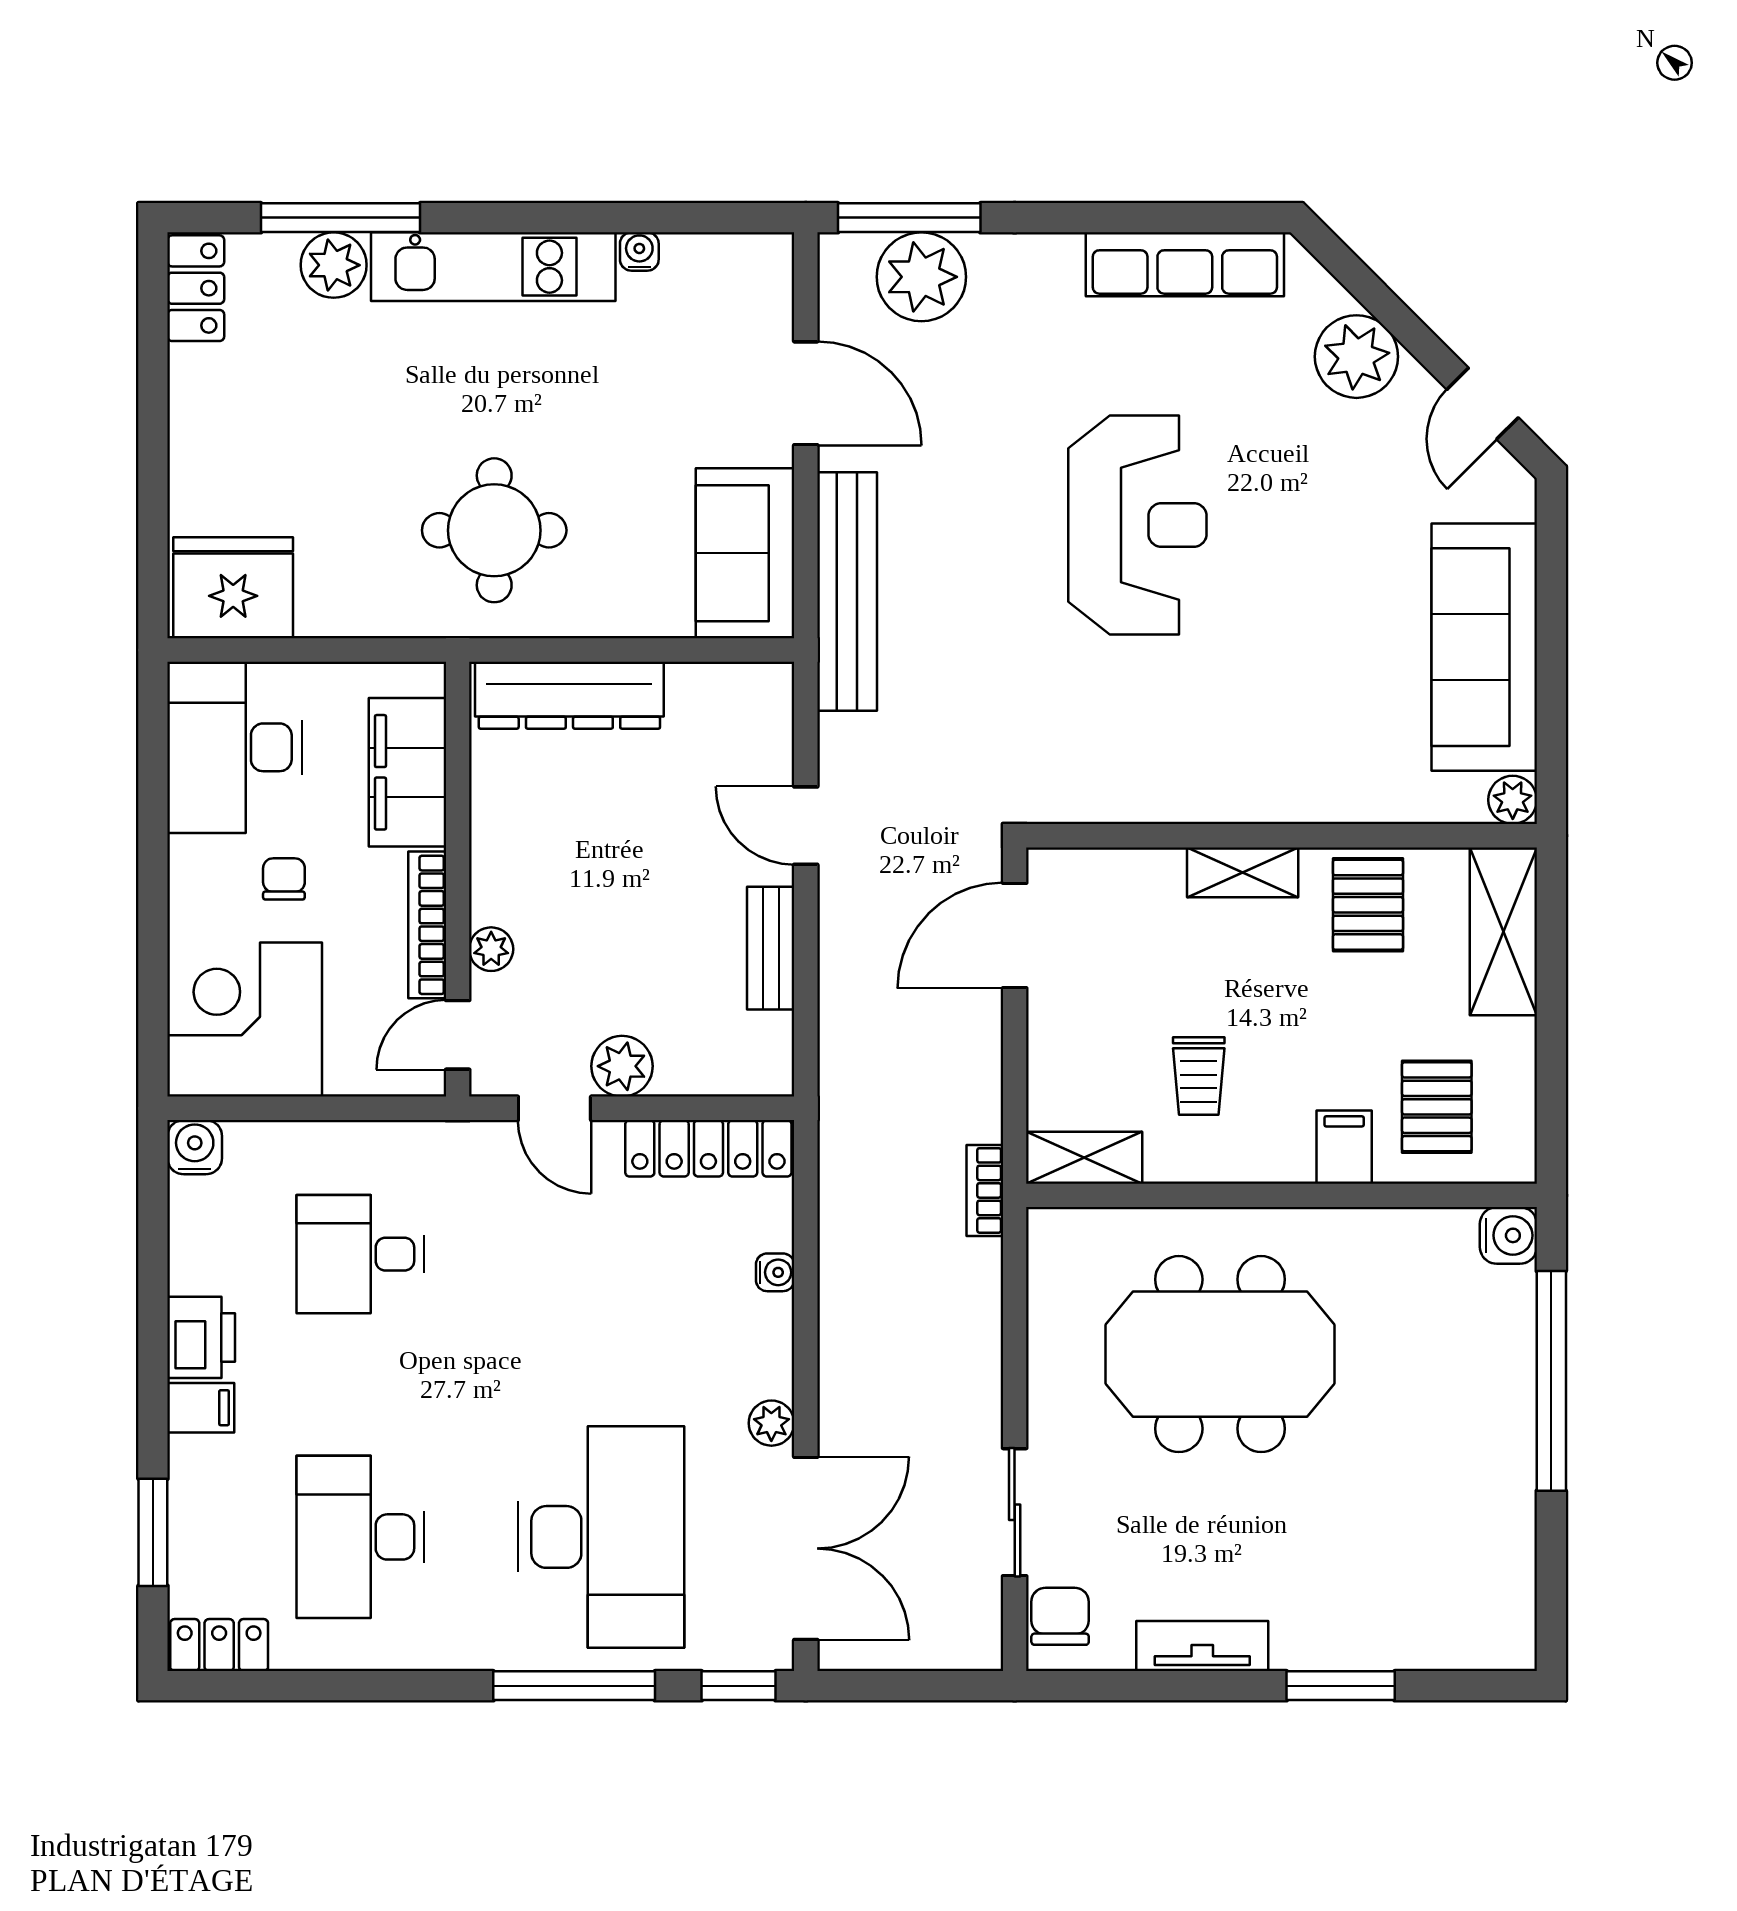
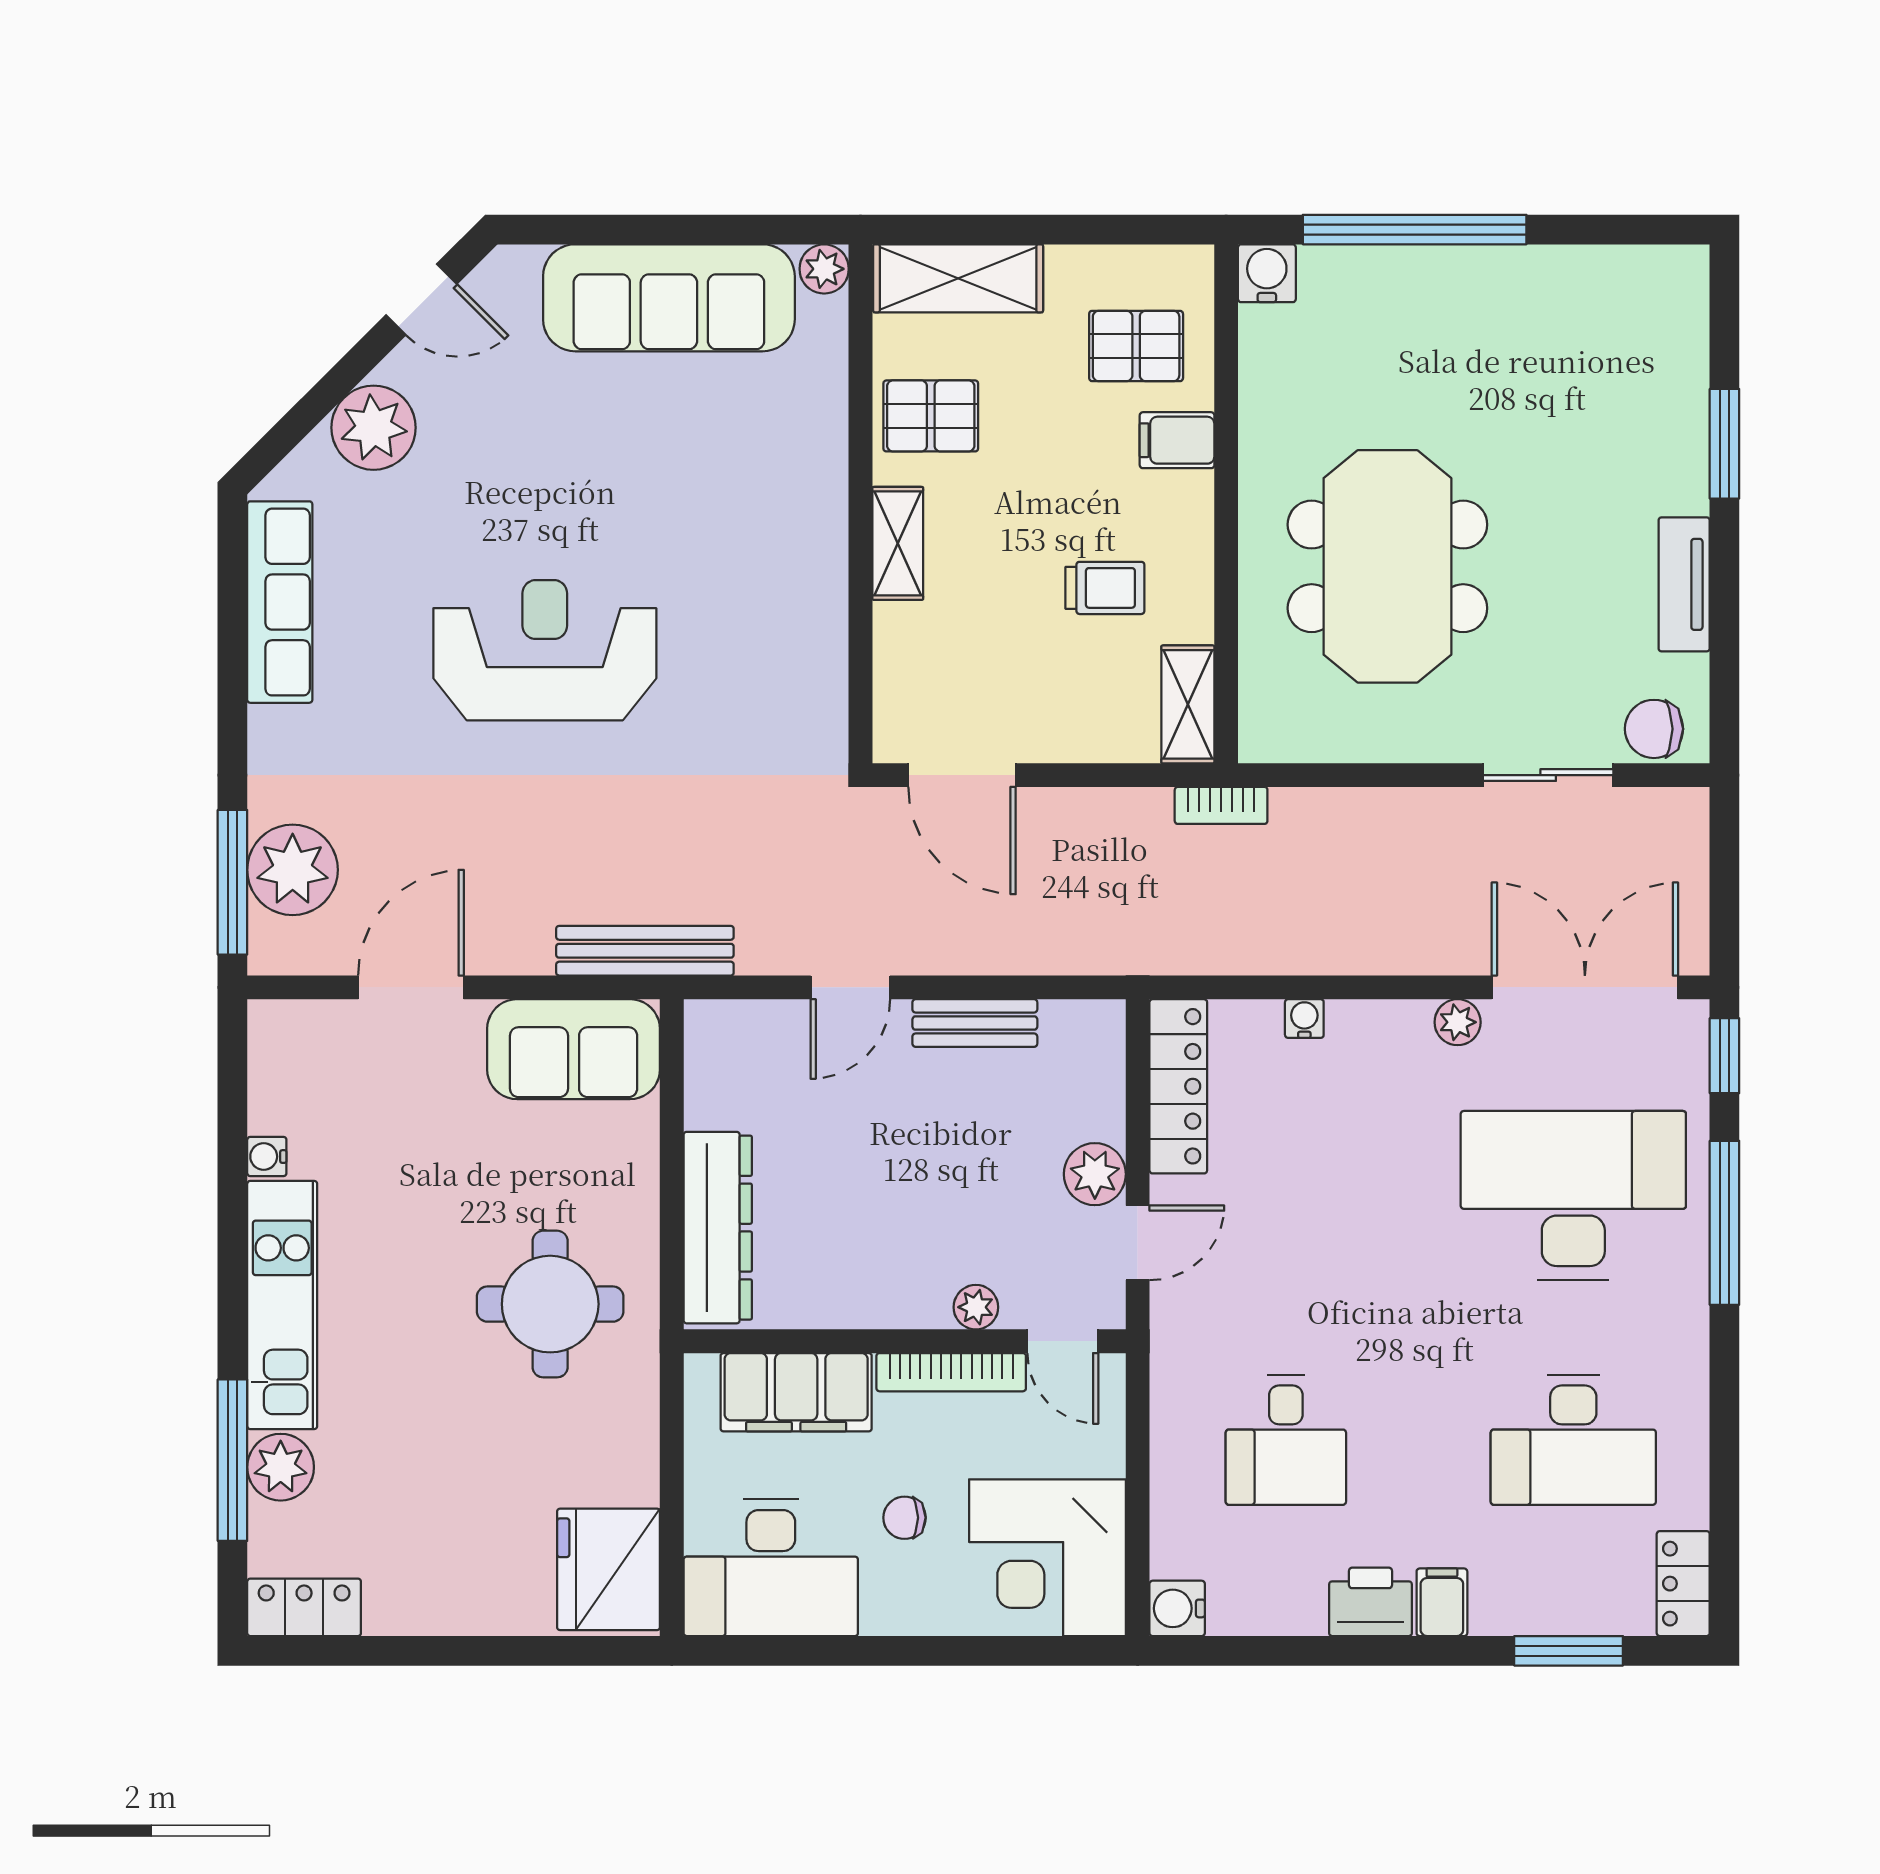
bench: (847, 591) -> (645, 951), width x0.73, depth x0.82

